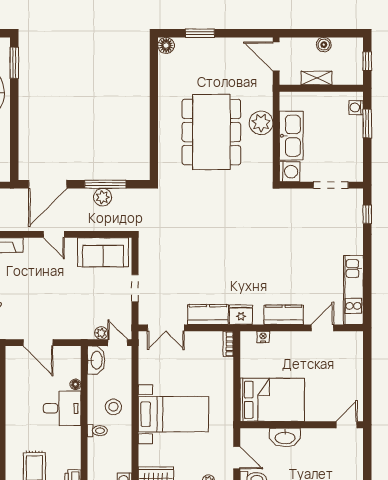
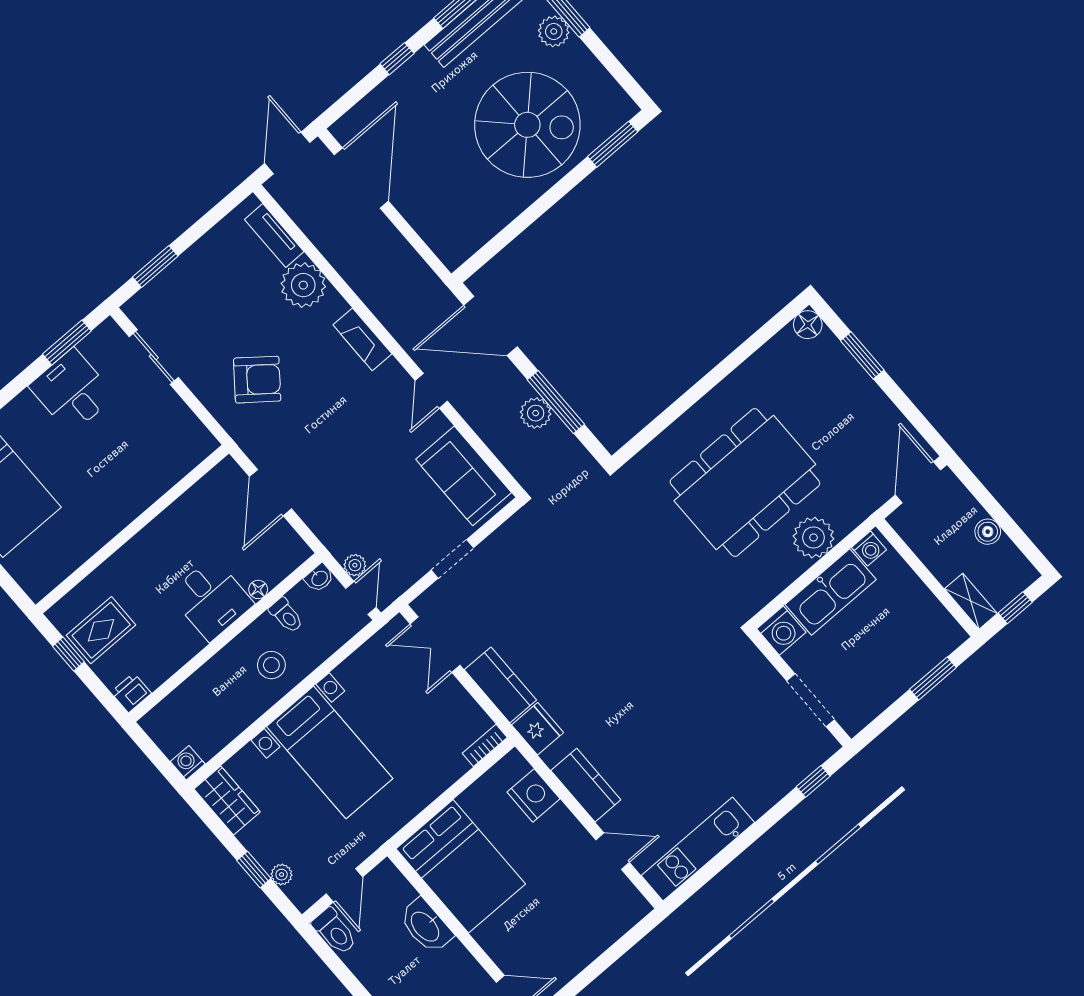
shelving: (317, 78) -> (971, 601), moved
washing machine: (356, 108) -> (869, 548), moved, turned 180
nightstand: (263, 337) -> (533, 795), width x1.89, depth x1.79
washbasin: (96, 360) -> (319, 578), width x0.52, depth x0.69
toilet: (97, 431) -> (286, 615), moved

